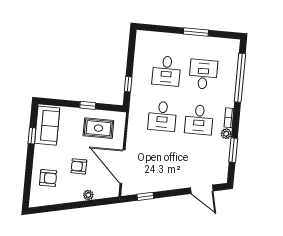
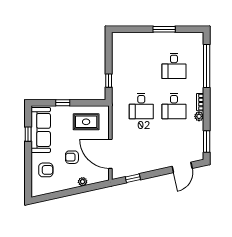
desk: (166, 71) -> (141, 66), removed
desk: (203, 74) -> (174, 66), turned 180
window: (88, 105) -> (63, 103), moved
sofa: (47, 126) -> (41, 130), width x1.36
window: (233, 150) -> (207, 141), moved
door: (202, 189) -> (182, 167), hinge flipped

